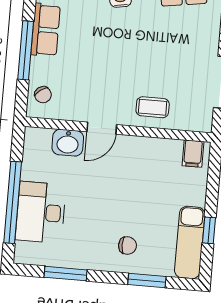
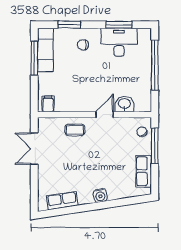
window: (26, 50) -> (155, 146), moved
desk: (41, 212) -> (119, 42), moved, turned -90
window: (209, 230) -> (34, 58), width x2.17

